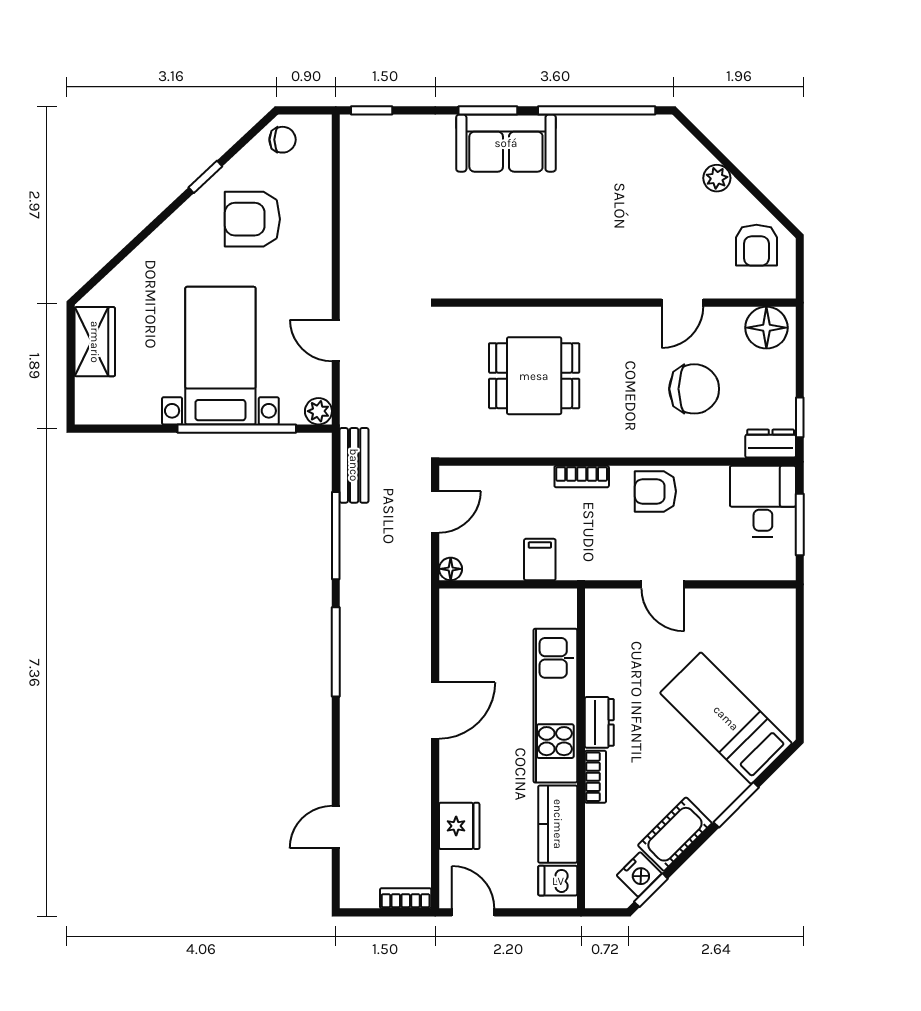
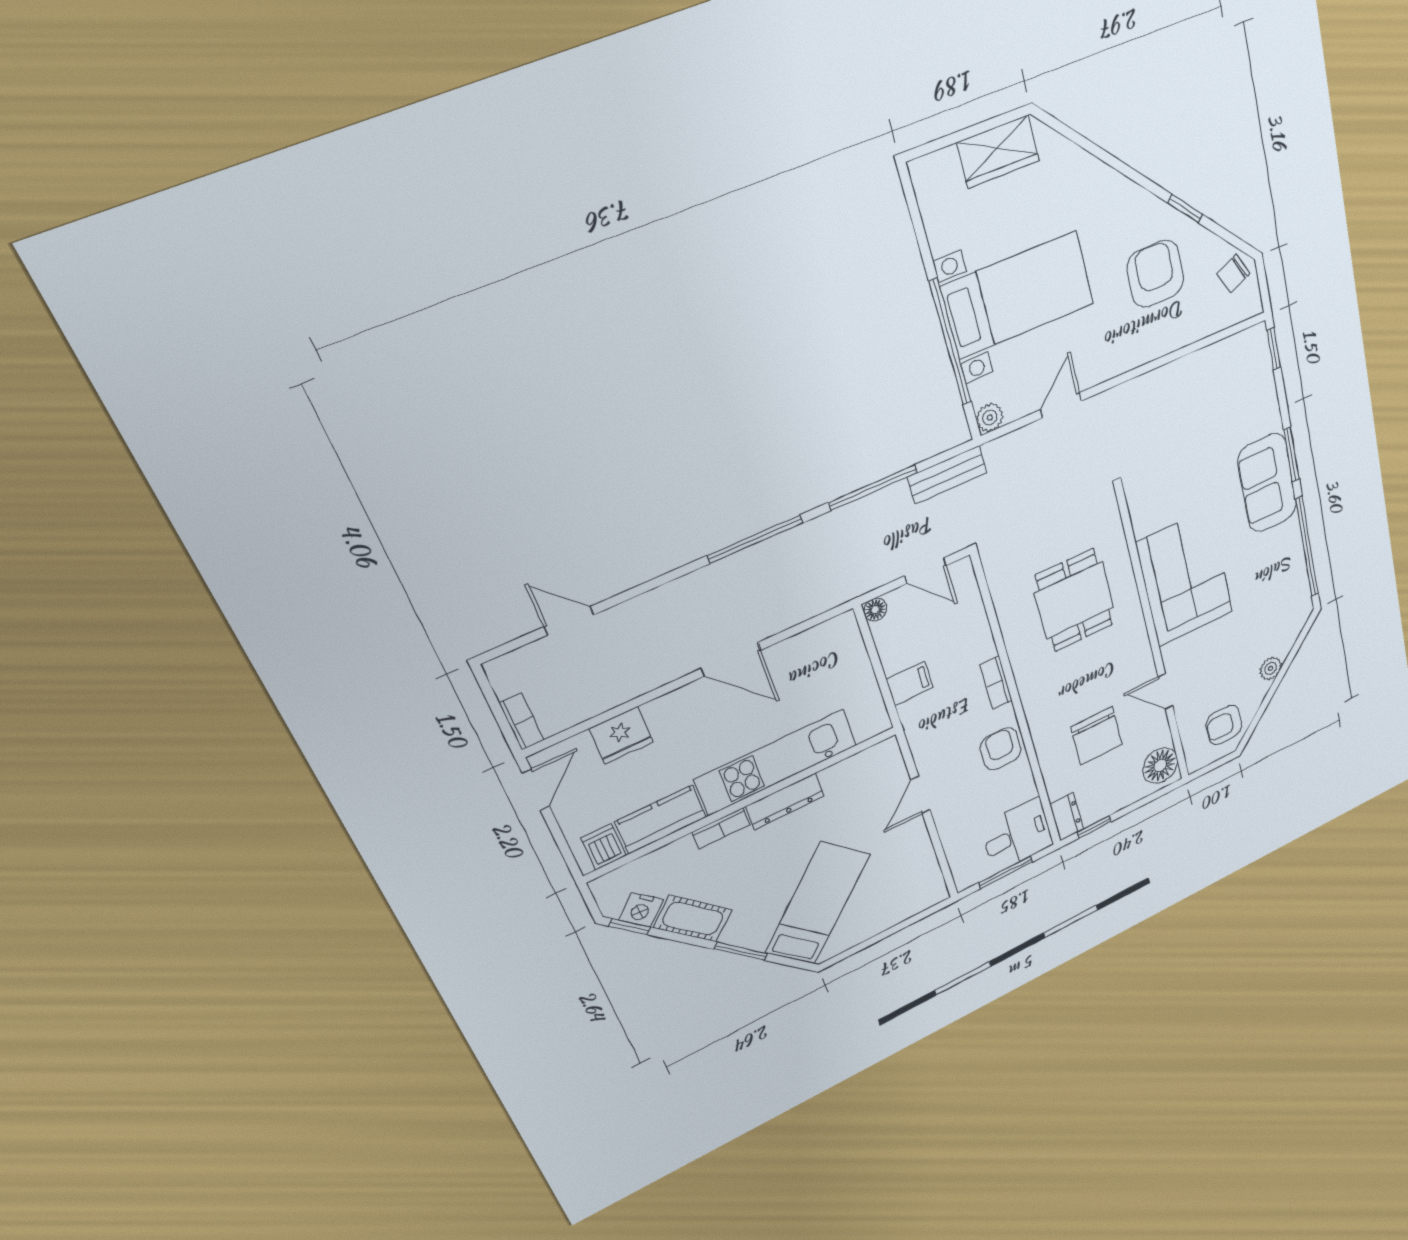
chair: (283, 140) -> (1233, 274), turned 65
corner sofa: (566, 254) -> (1185, 578), added
dresser: (599, 722) -> (785, 801), width x1.44

